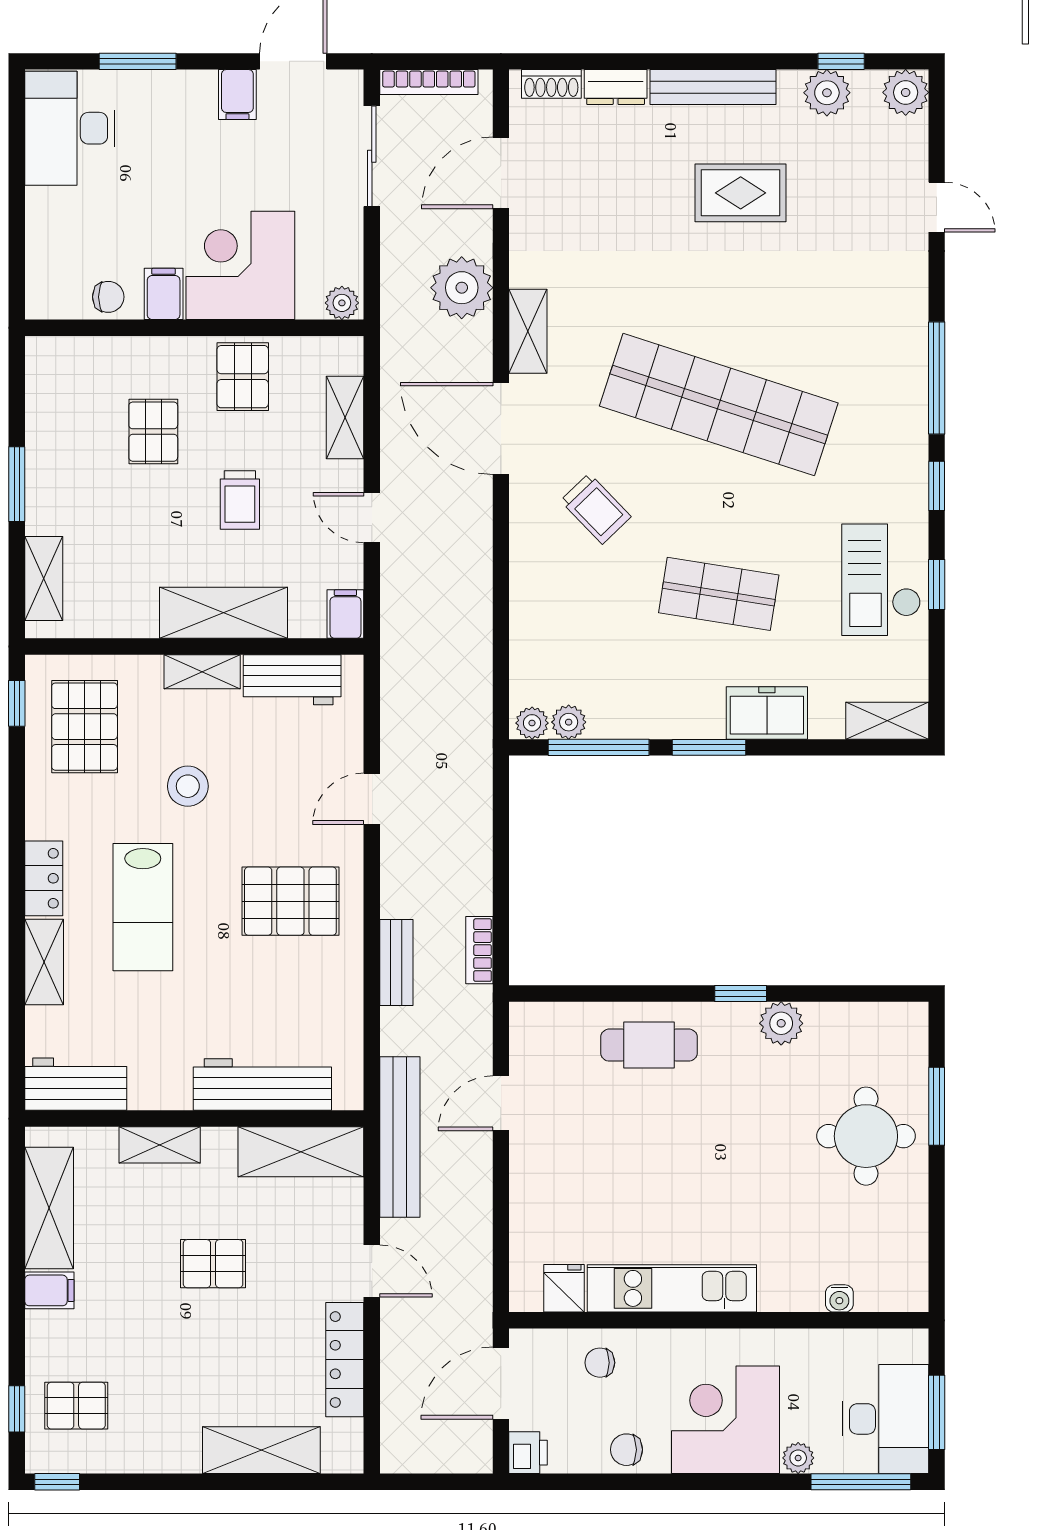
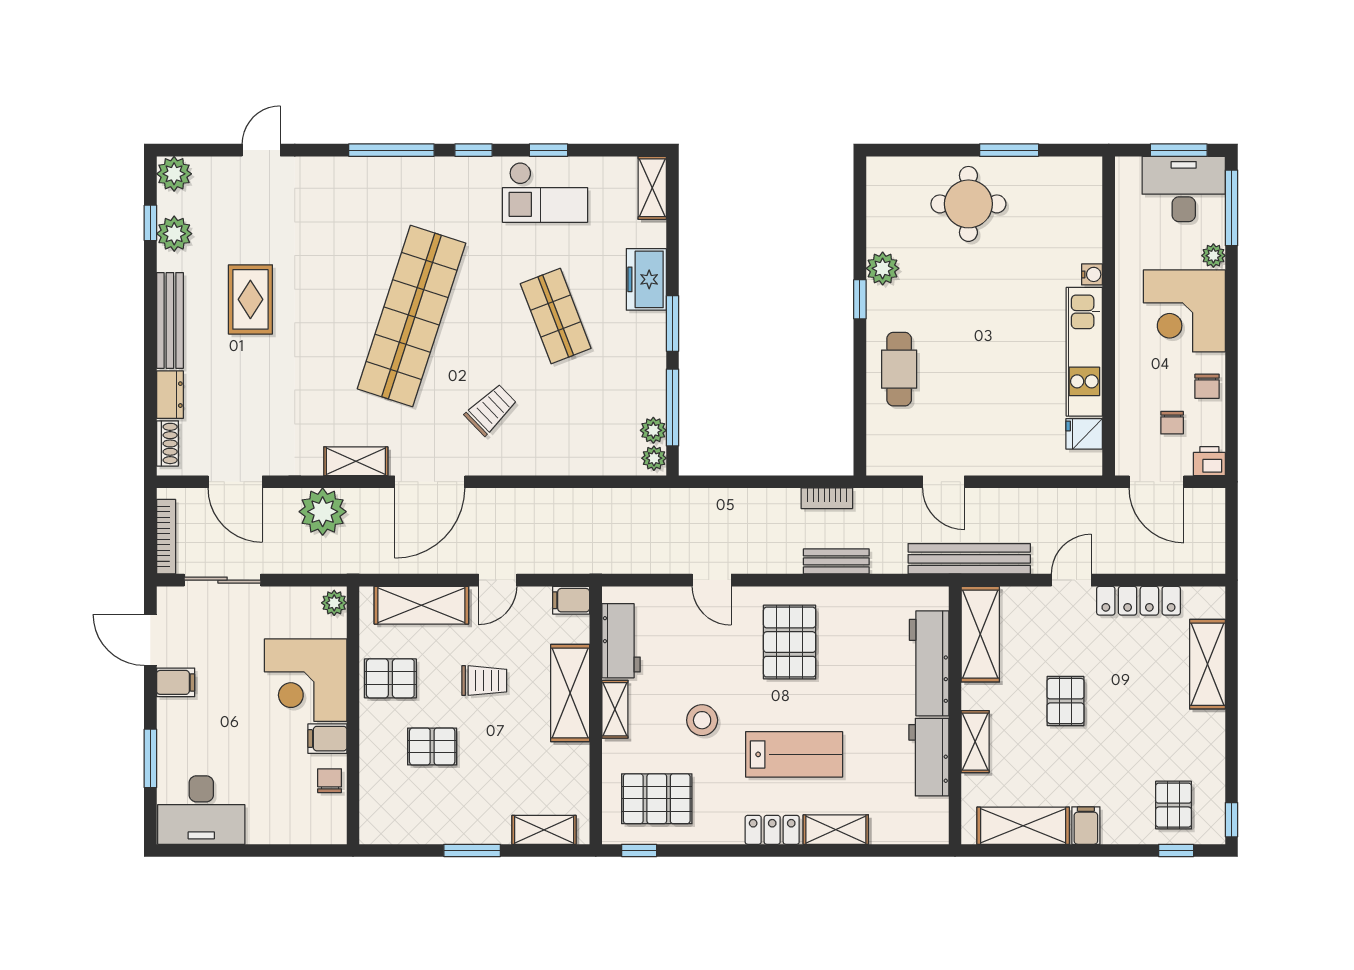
shelving: (345, 418) -> (421, 605), width x1.50, depth x1.33
shop shelf: (719, 594) -> (556, 316), turned -30
workbench: (76, 1084) -> (929, 757), moved
window: (937, 1106) -> (1009, 150), moved
water cooler: (839, 1298) -> (1092, 274), moved
chair: (600, 1363) -> (1172, 423), moved

